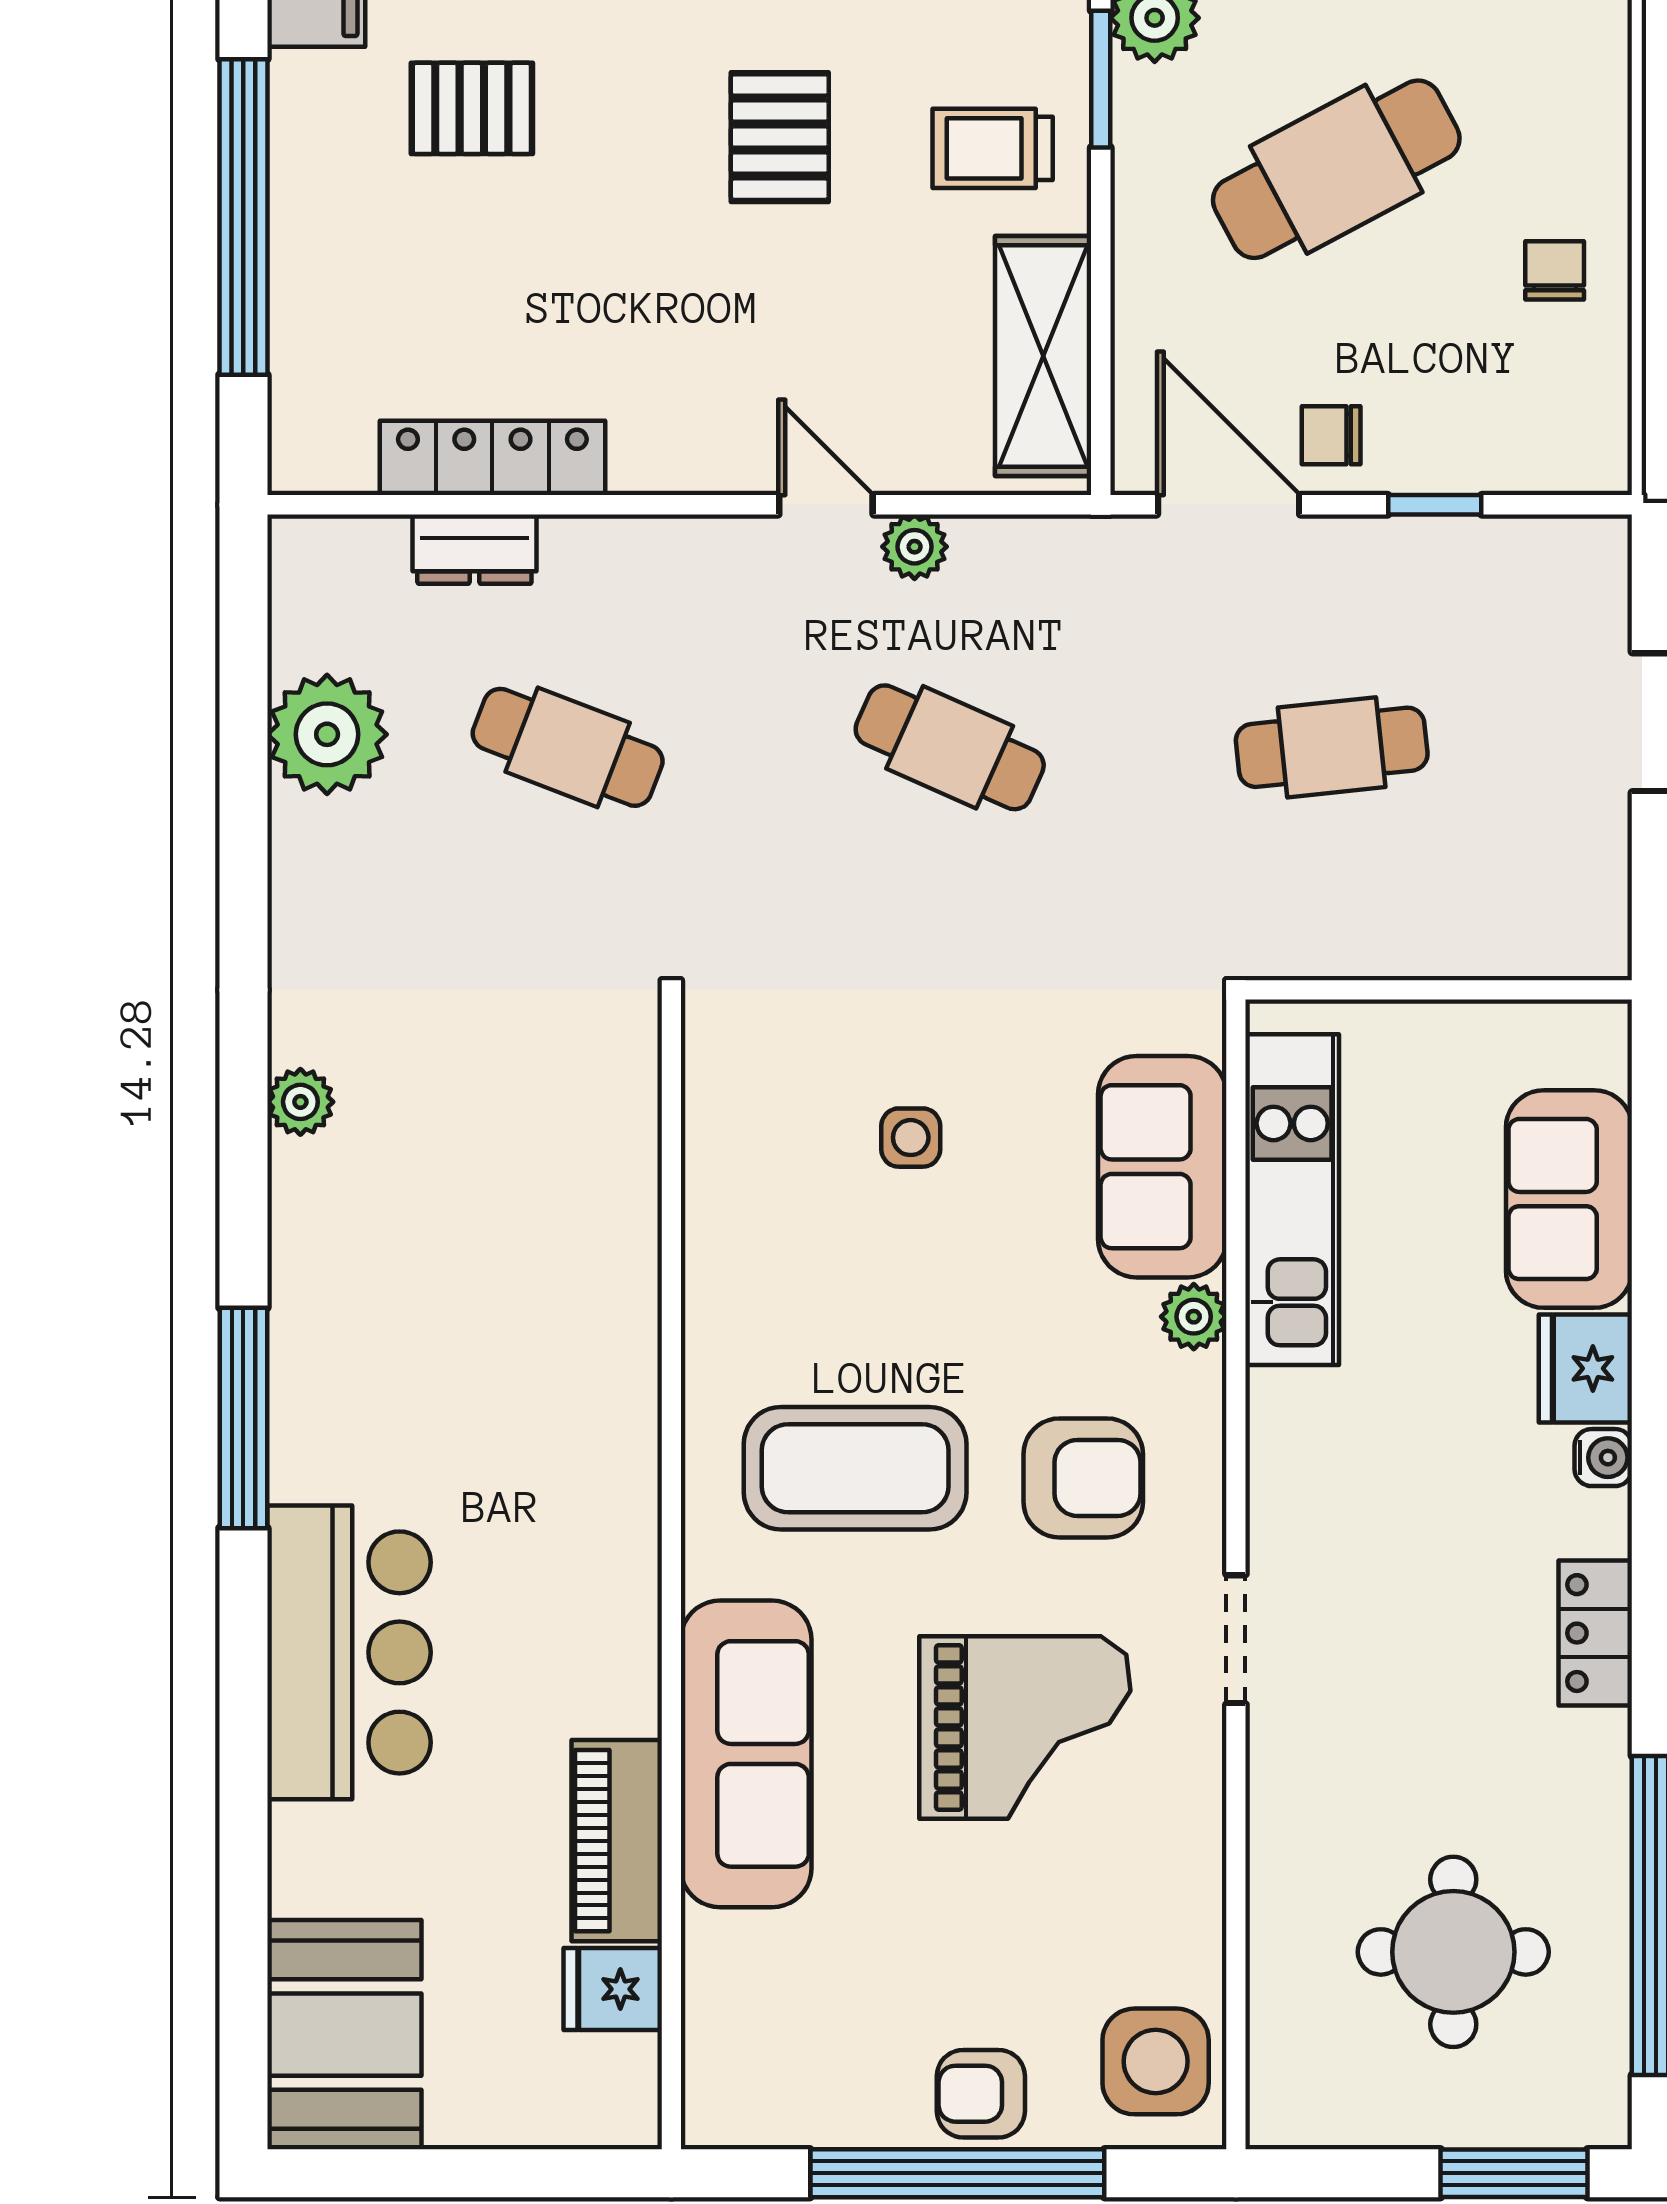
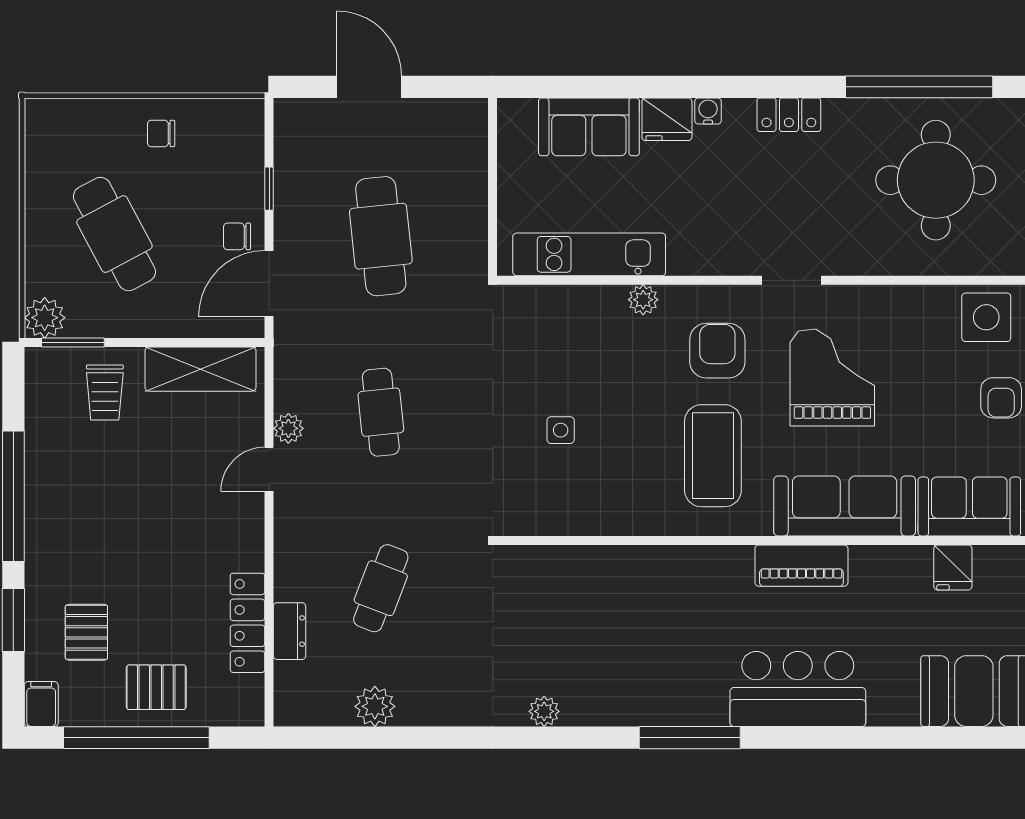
pallet: (780, 137) -> (156, 687), moved
chair: (1331, 435) -> (237, 236), turned 90
plant: (327, 734) -> (375, 706), width x0.73, depth x0.73
cafe table: (950, 747) -> (381, 412), turned -30
cafe table: (1332, 747) -> (381, 236), width x1.37, depth x1.35
sofa: (1162, 1167) -> (969, 506), moved, turned 180
piano: (617, 1841) -> (801, 566), moved
round table: (1453, 1952) -> (936, 180), width x1.36, depth x1.36

